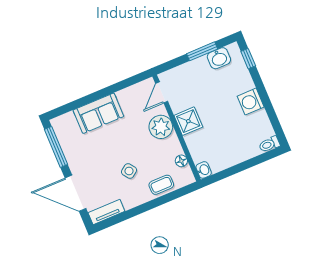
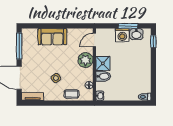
washing machine: (251, 102) -> (122, 35), moved, turned -90
bidet: (197, 140) -> (103, 76), added

